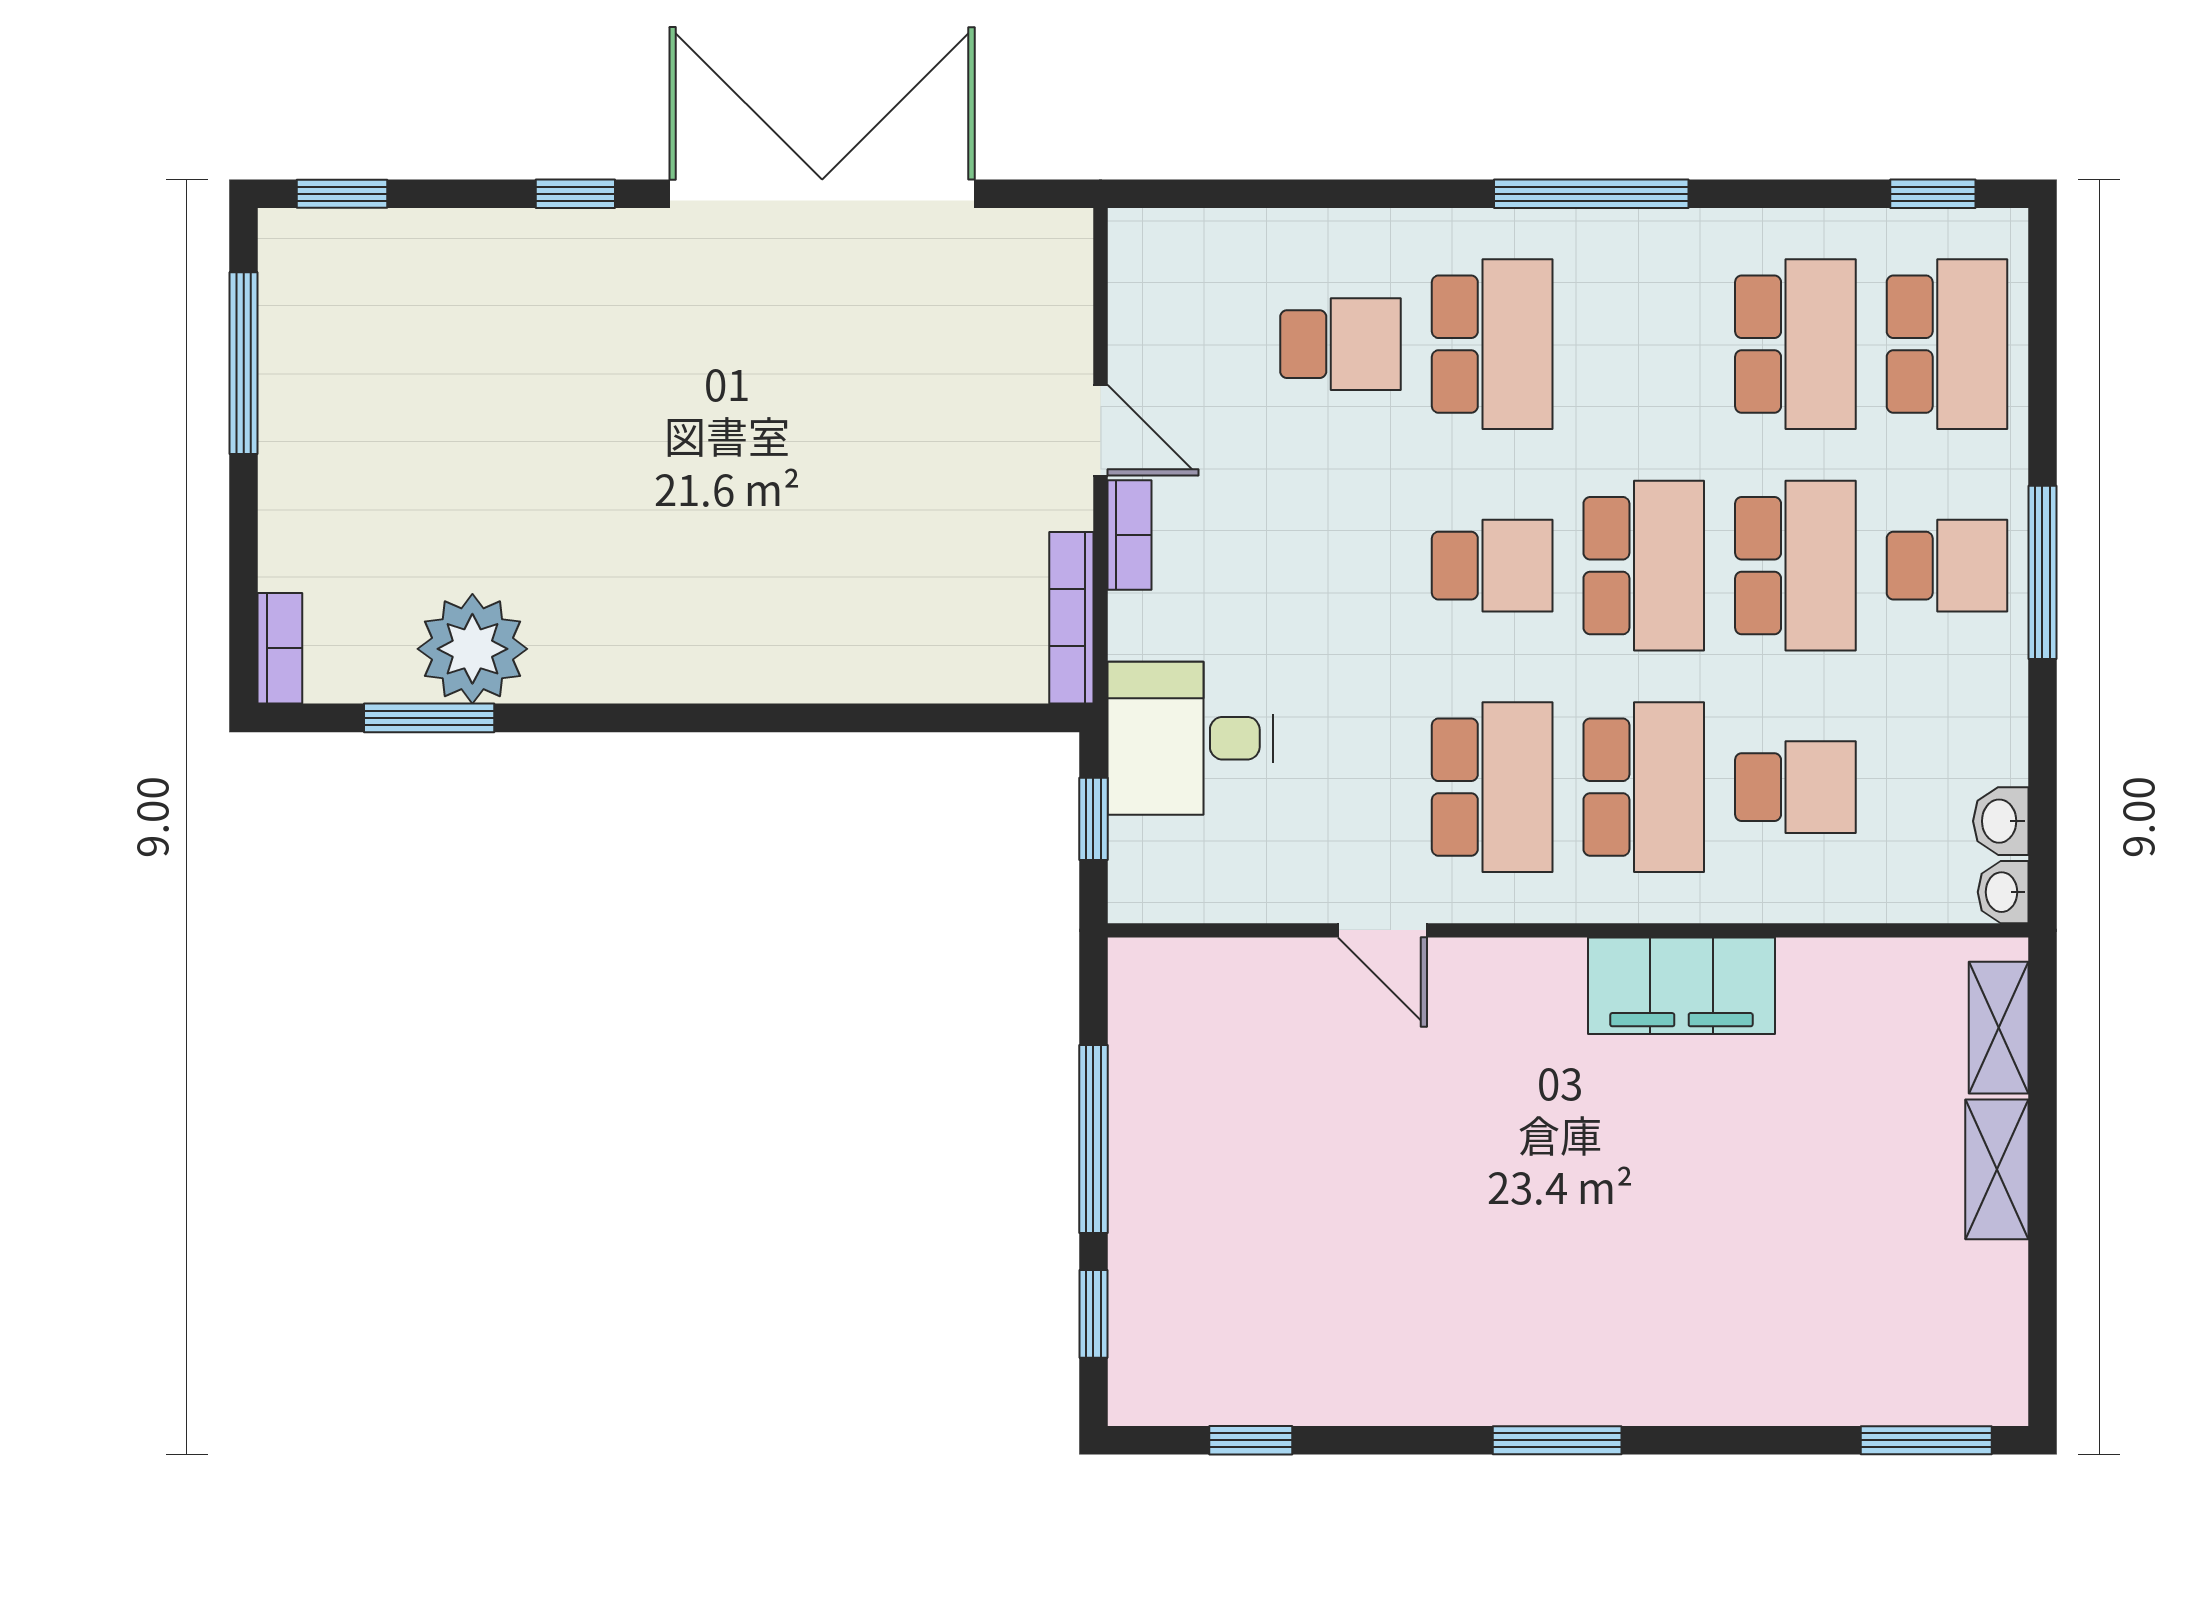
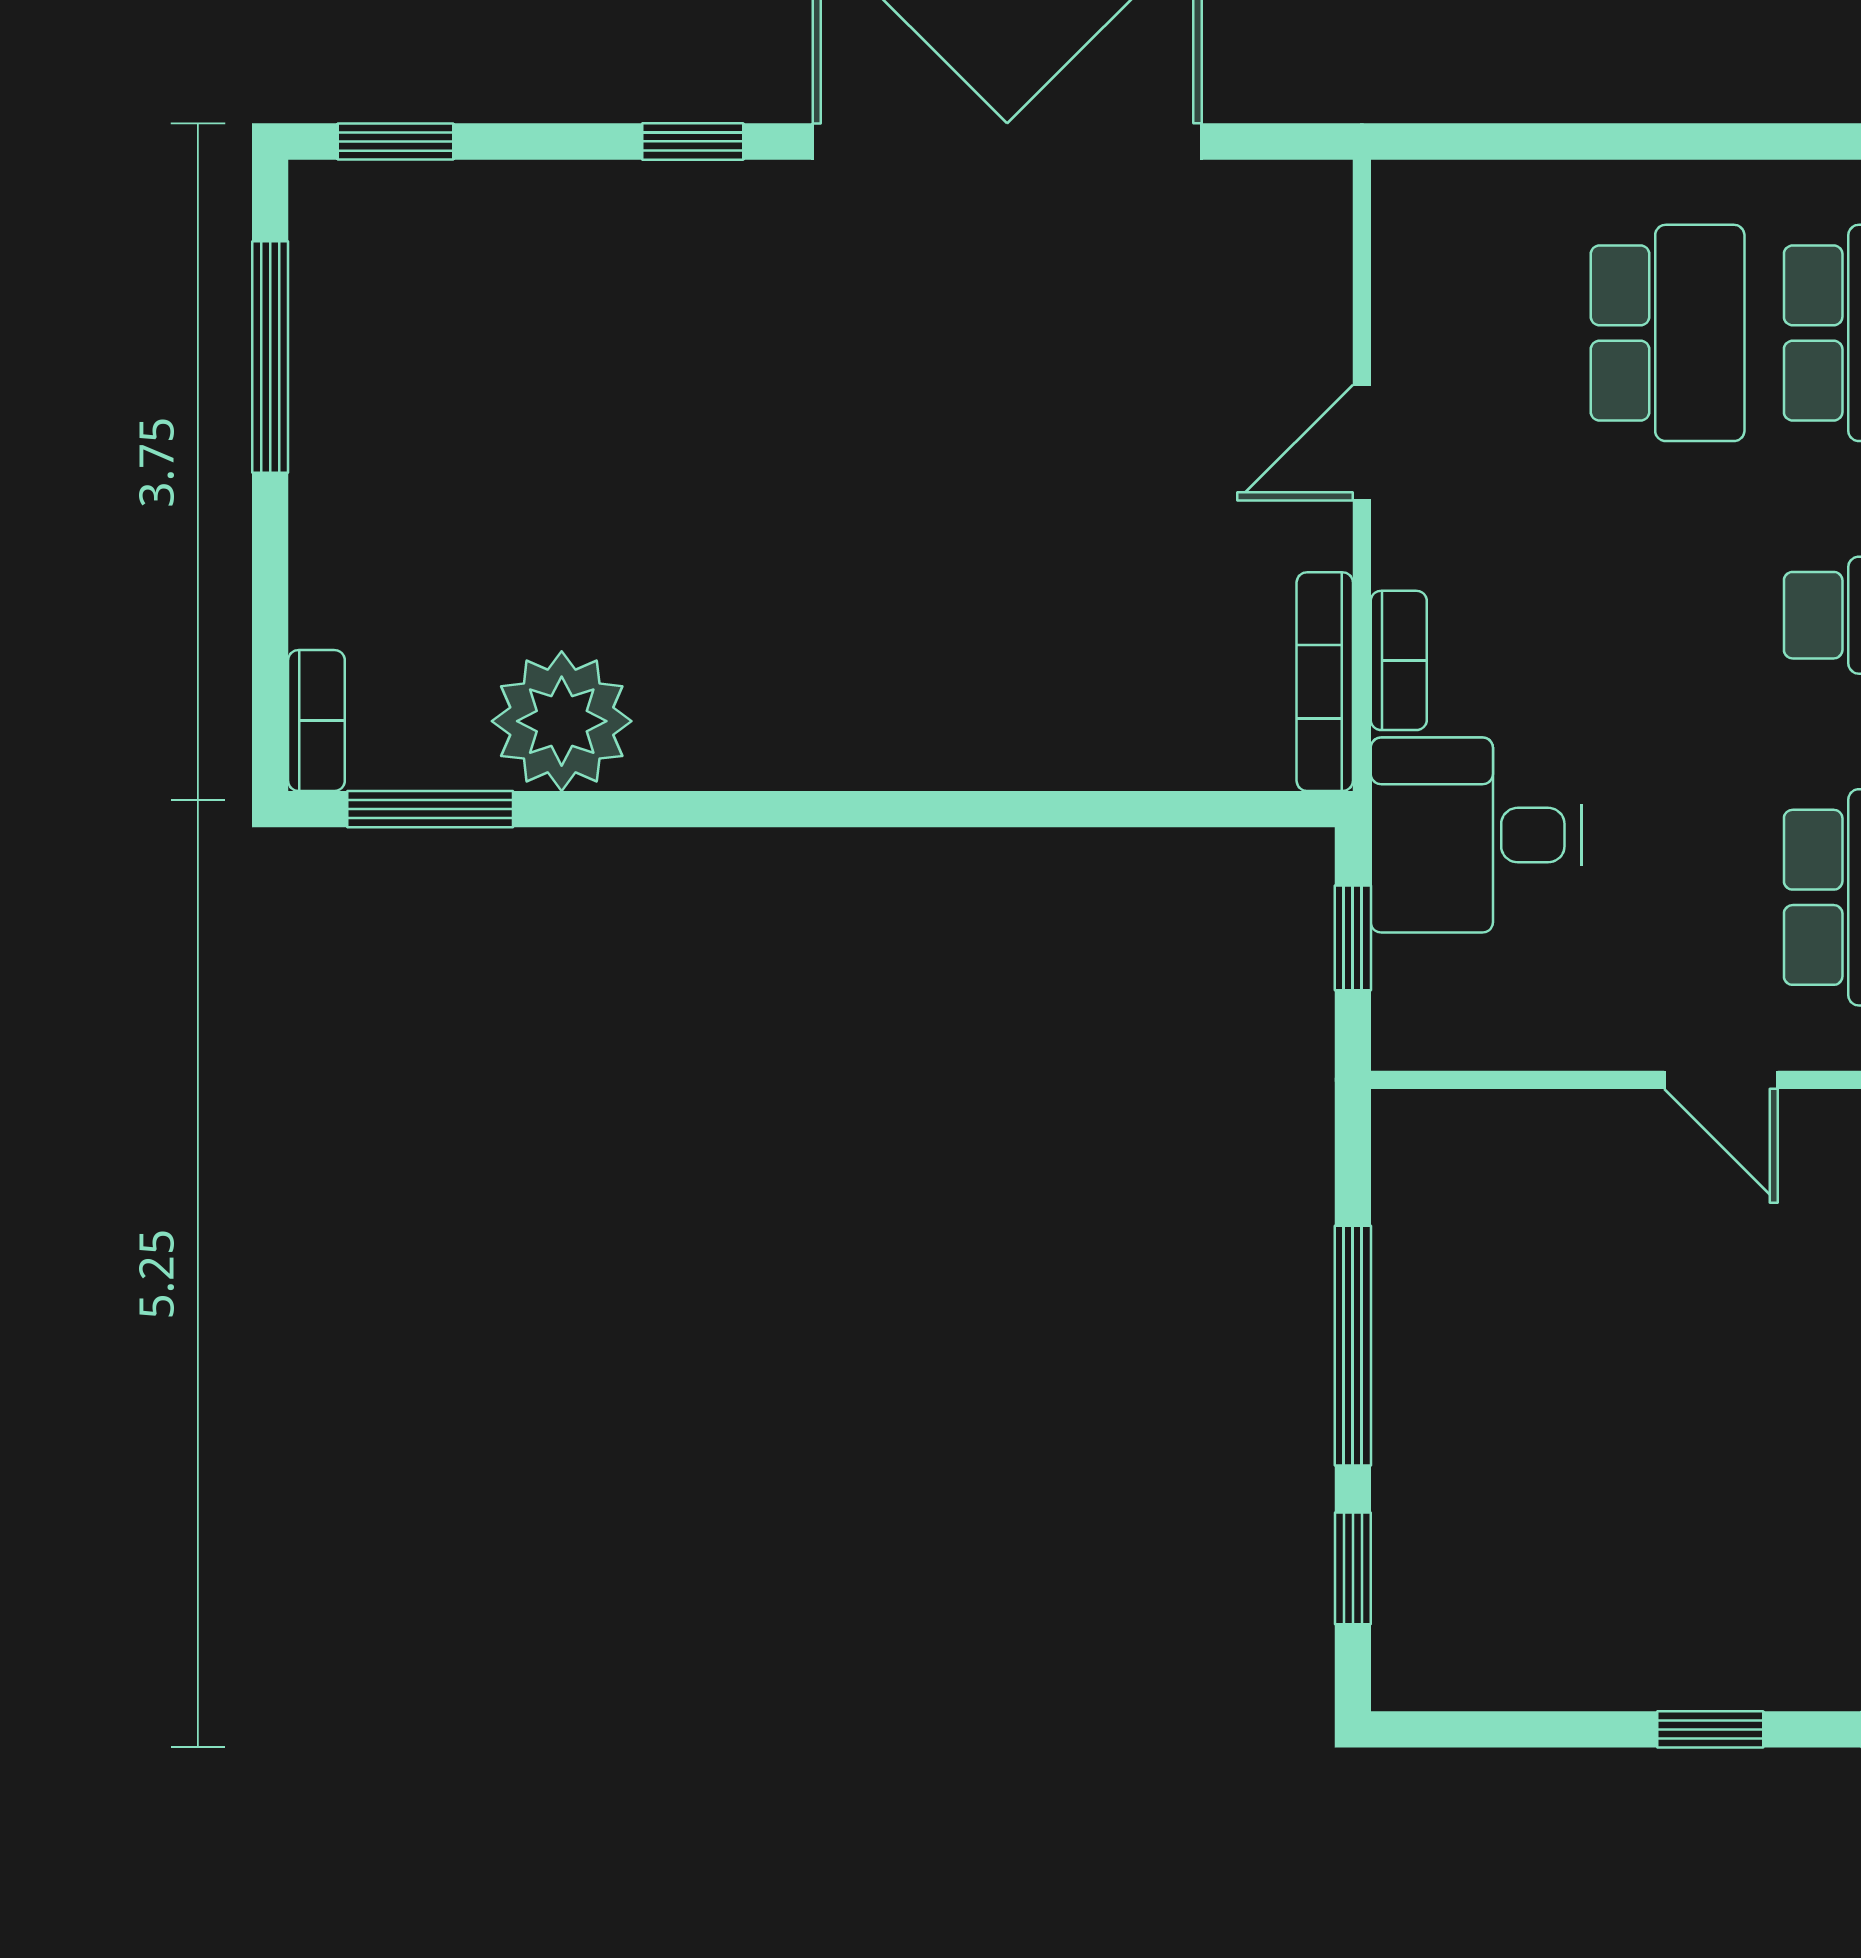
school desk: (1341, 344) -> (1668, 333), width x1.85
door: (1101, 430) -> (1362, 443), swing flipped
bookcase: (1130, 535) -> (1399, 660), moved
window: (429, 718) -> (430, 809), moved
window: (1251, 1440) -> (1710, 1729), moved

